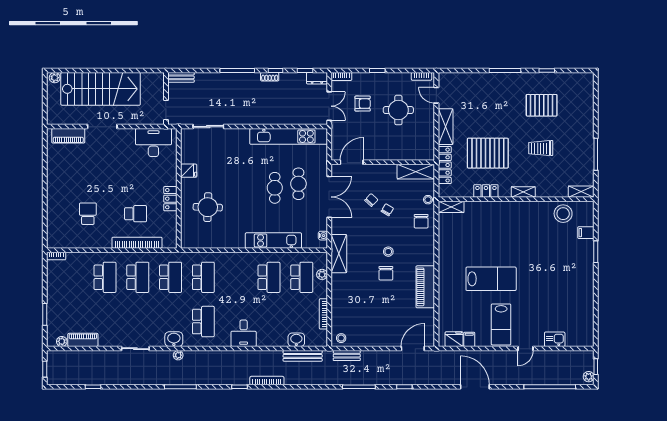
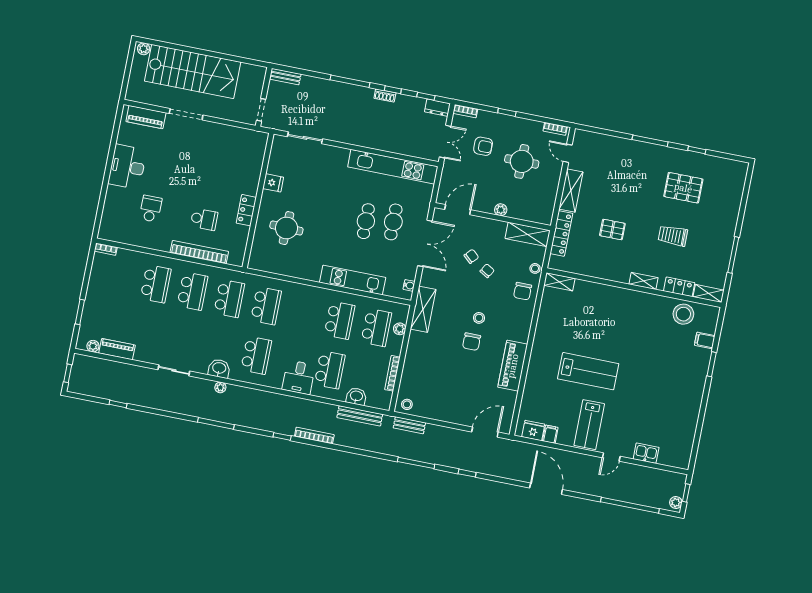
desk: (153, 143) -> (127, 167), moved, turned -90
pallet: (488, 153) -> (612, 230), width x0.49, depth x0.50
plant: (389, 155) -> (501, 210), added
locker: (486, 191) -> (679, 287), moved
school desk: (269, 322) -> (330, 370), added

